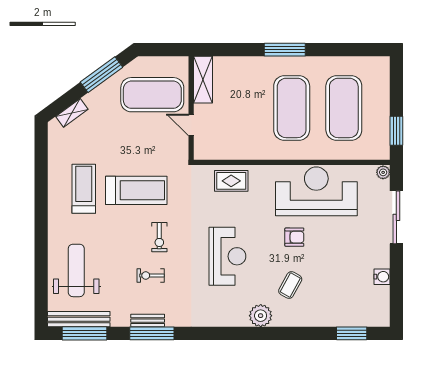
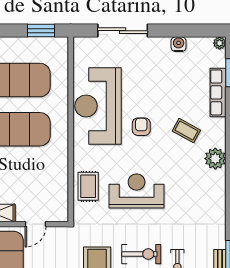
plant: (383, 172) -> (220, 43), moved
exercise bike: (159, 237) -> (141, 254), width x1.38, depth x1.39
reception desk: (227, 256) -> (137, 191), moved
row of seats: (331, 319) -> (218, 92), added

